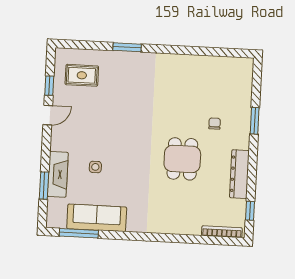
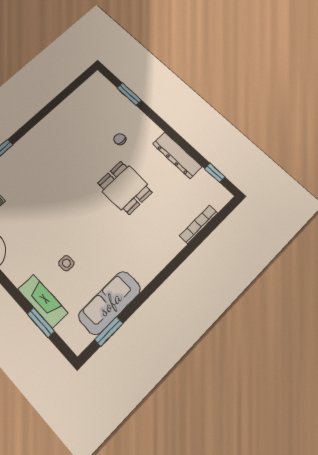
window: (255, 121) -> (129, 94), moved
bookcase: (222, 232) -> (199, 224), moved
window: (79, 233) -> (109, 331), width x0.69

